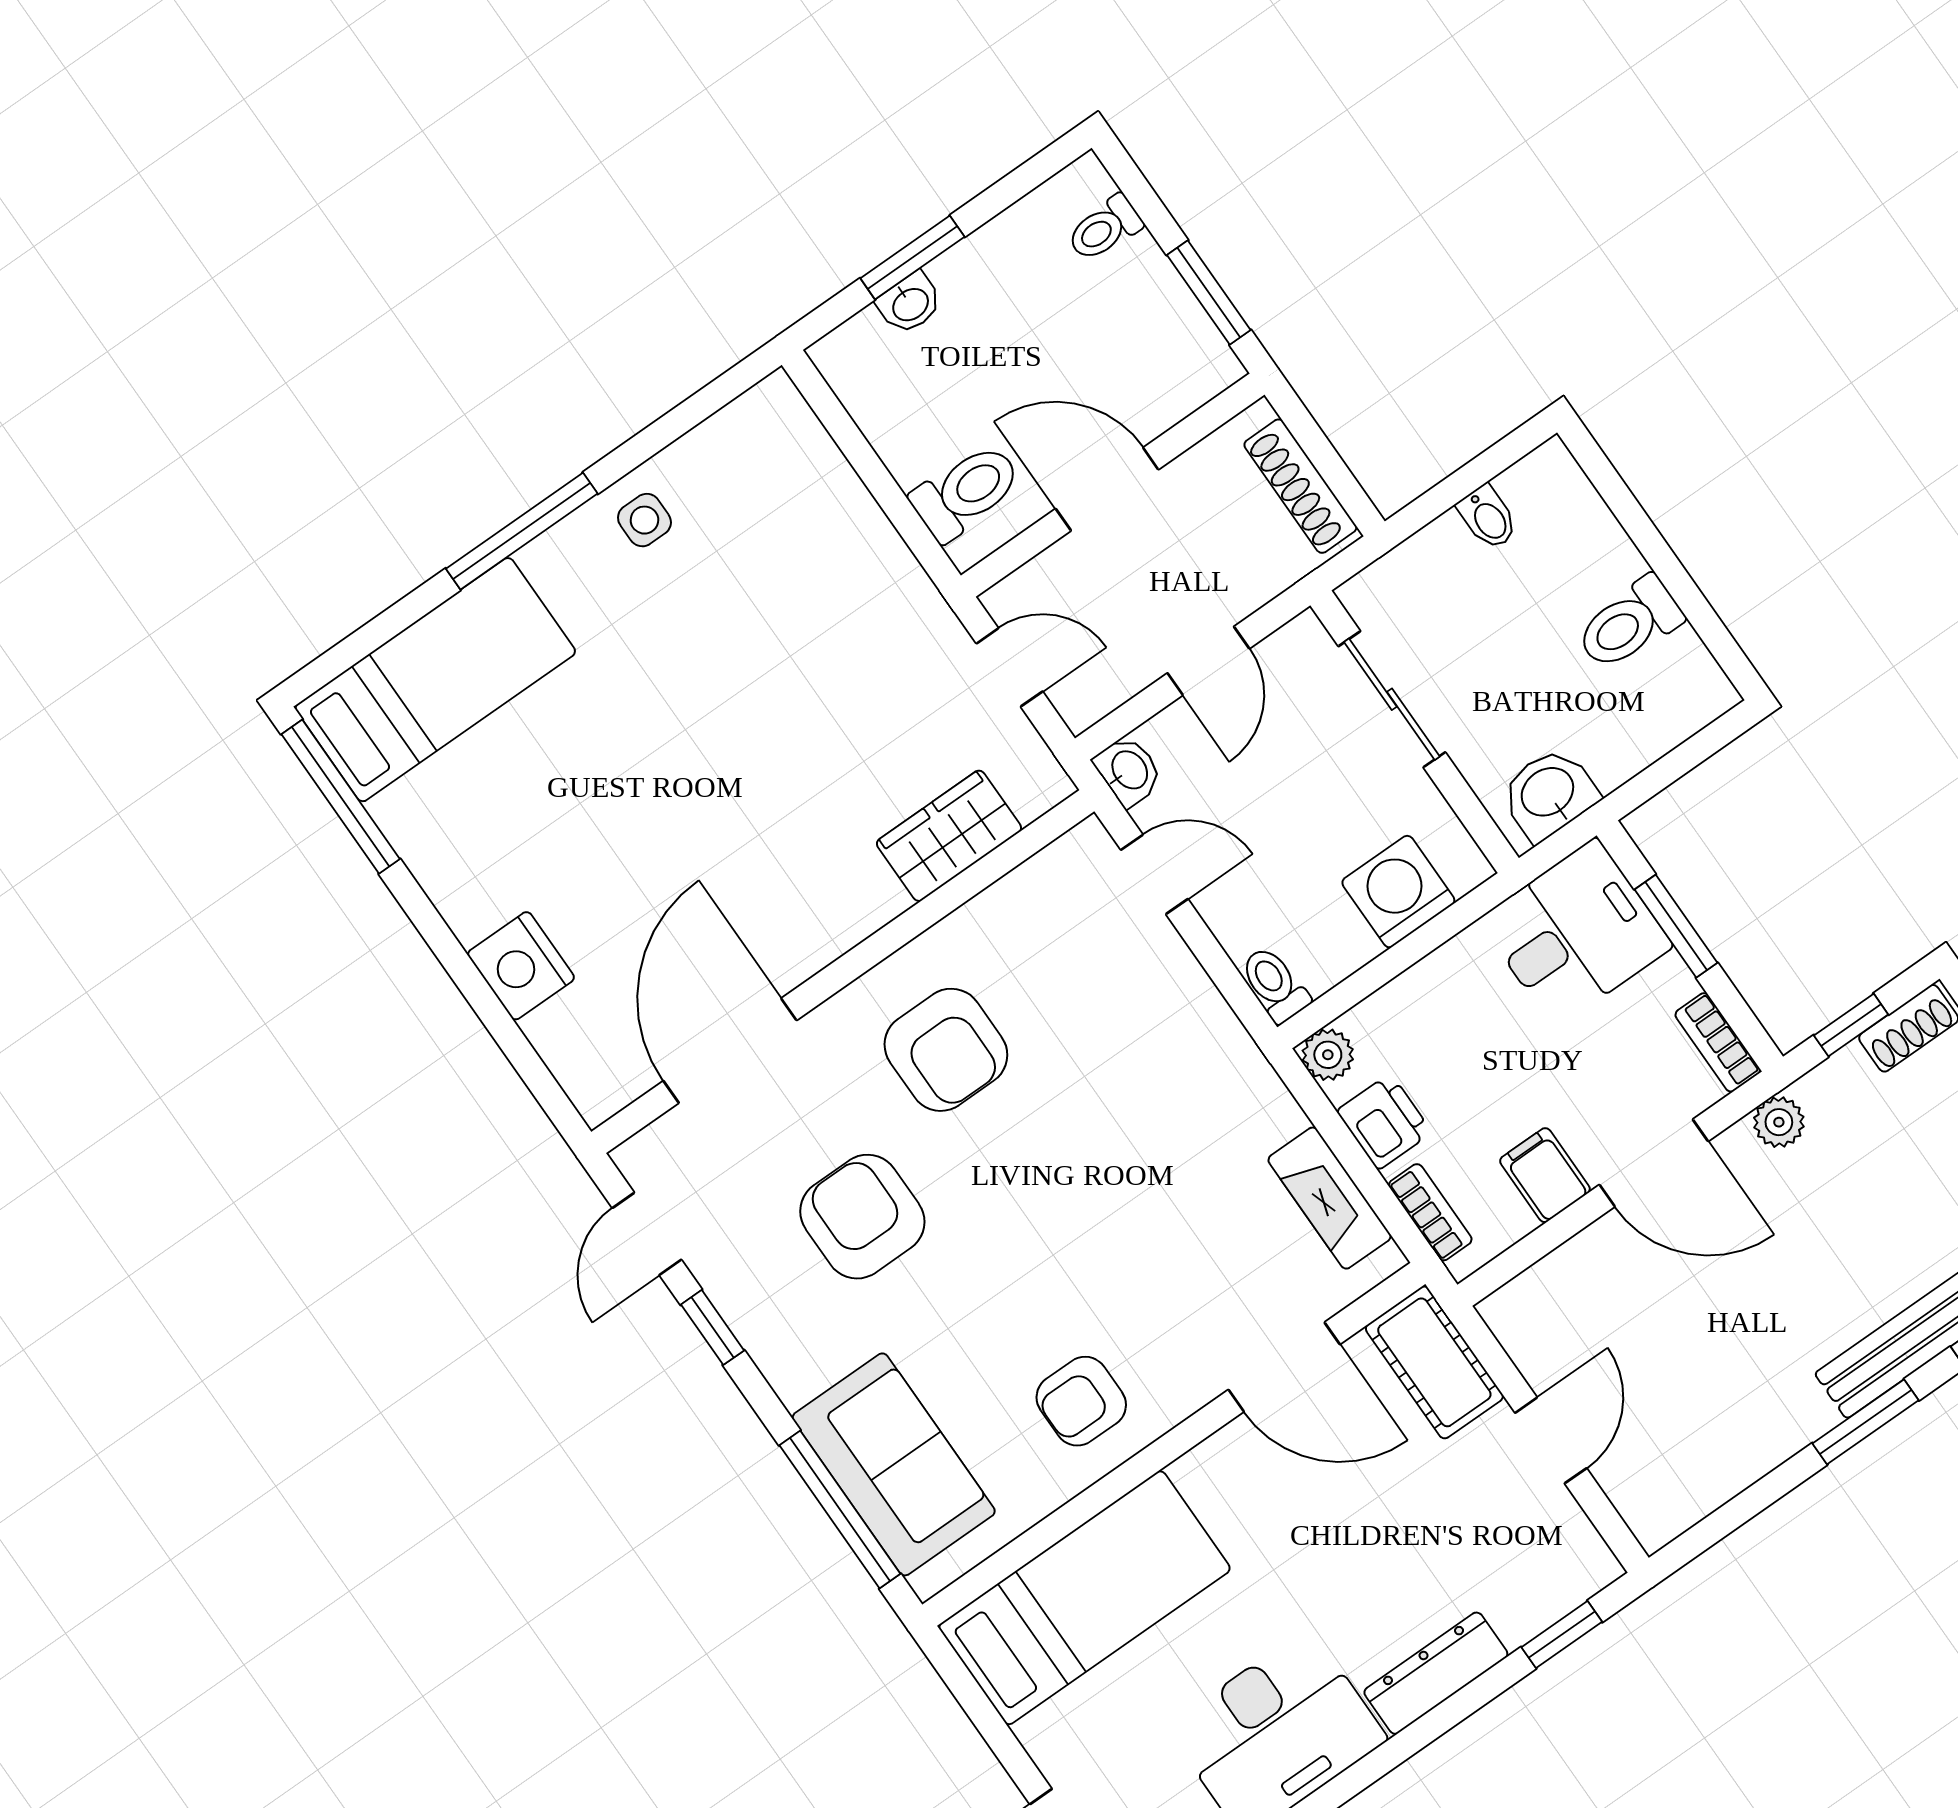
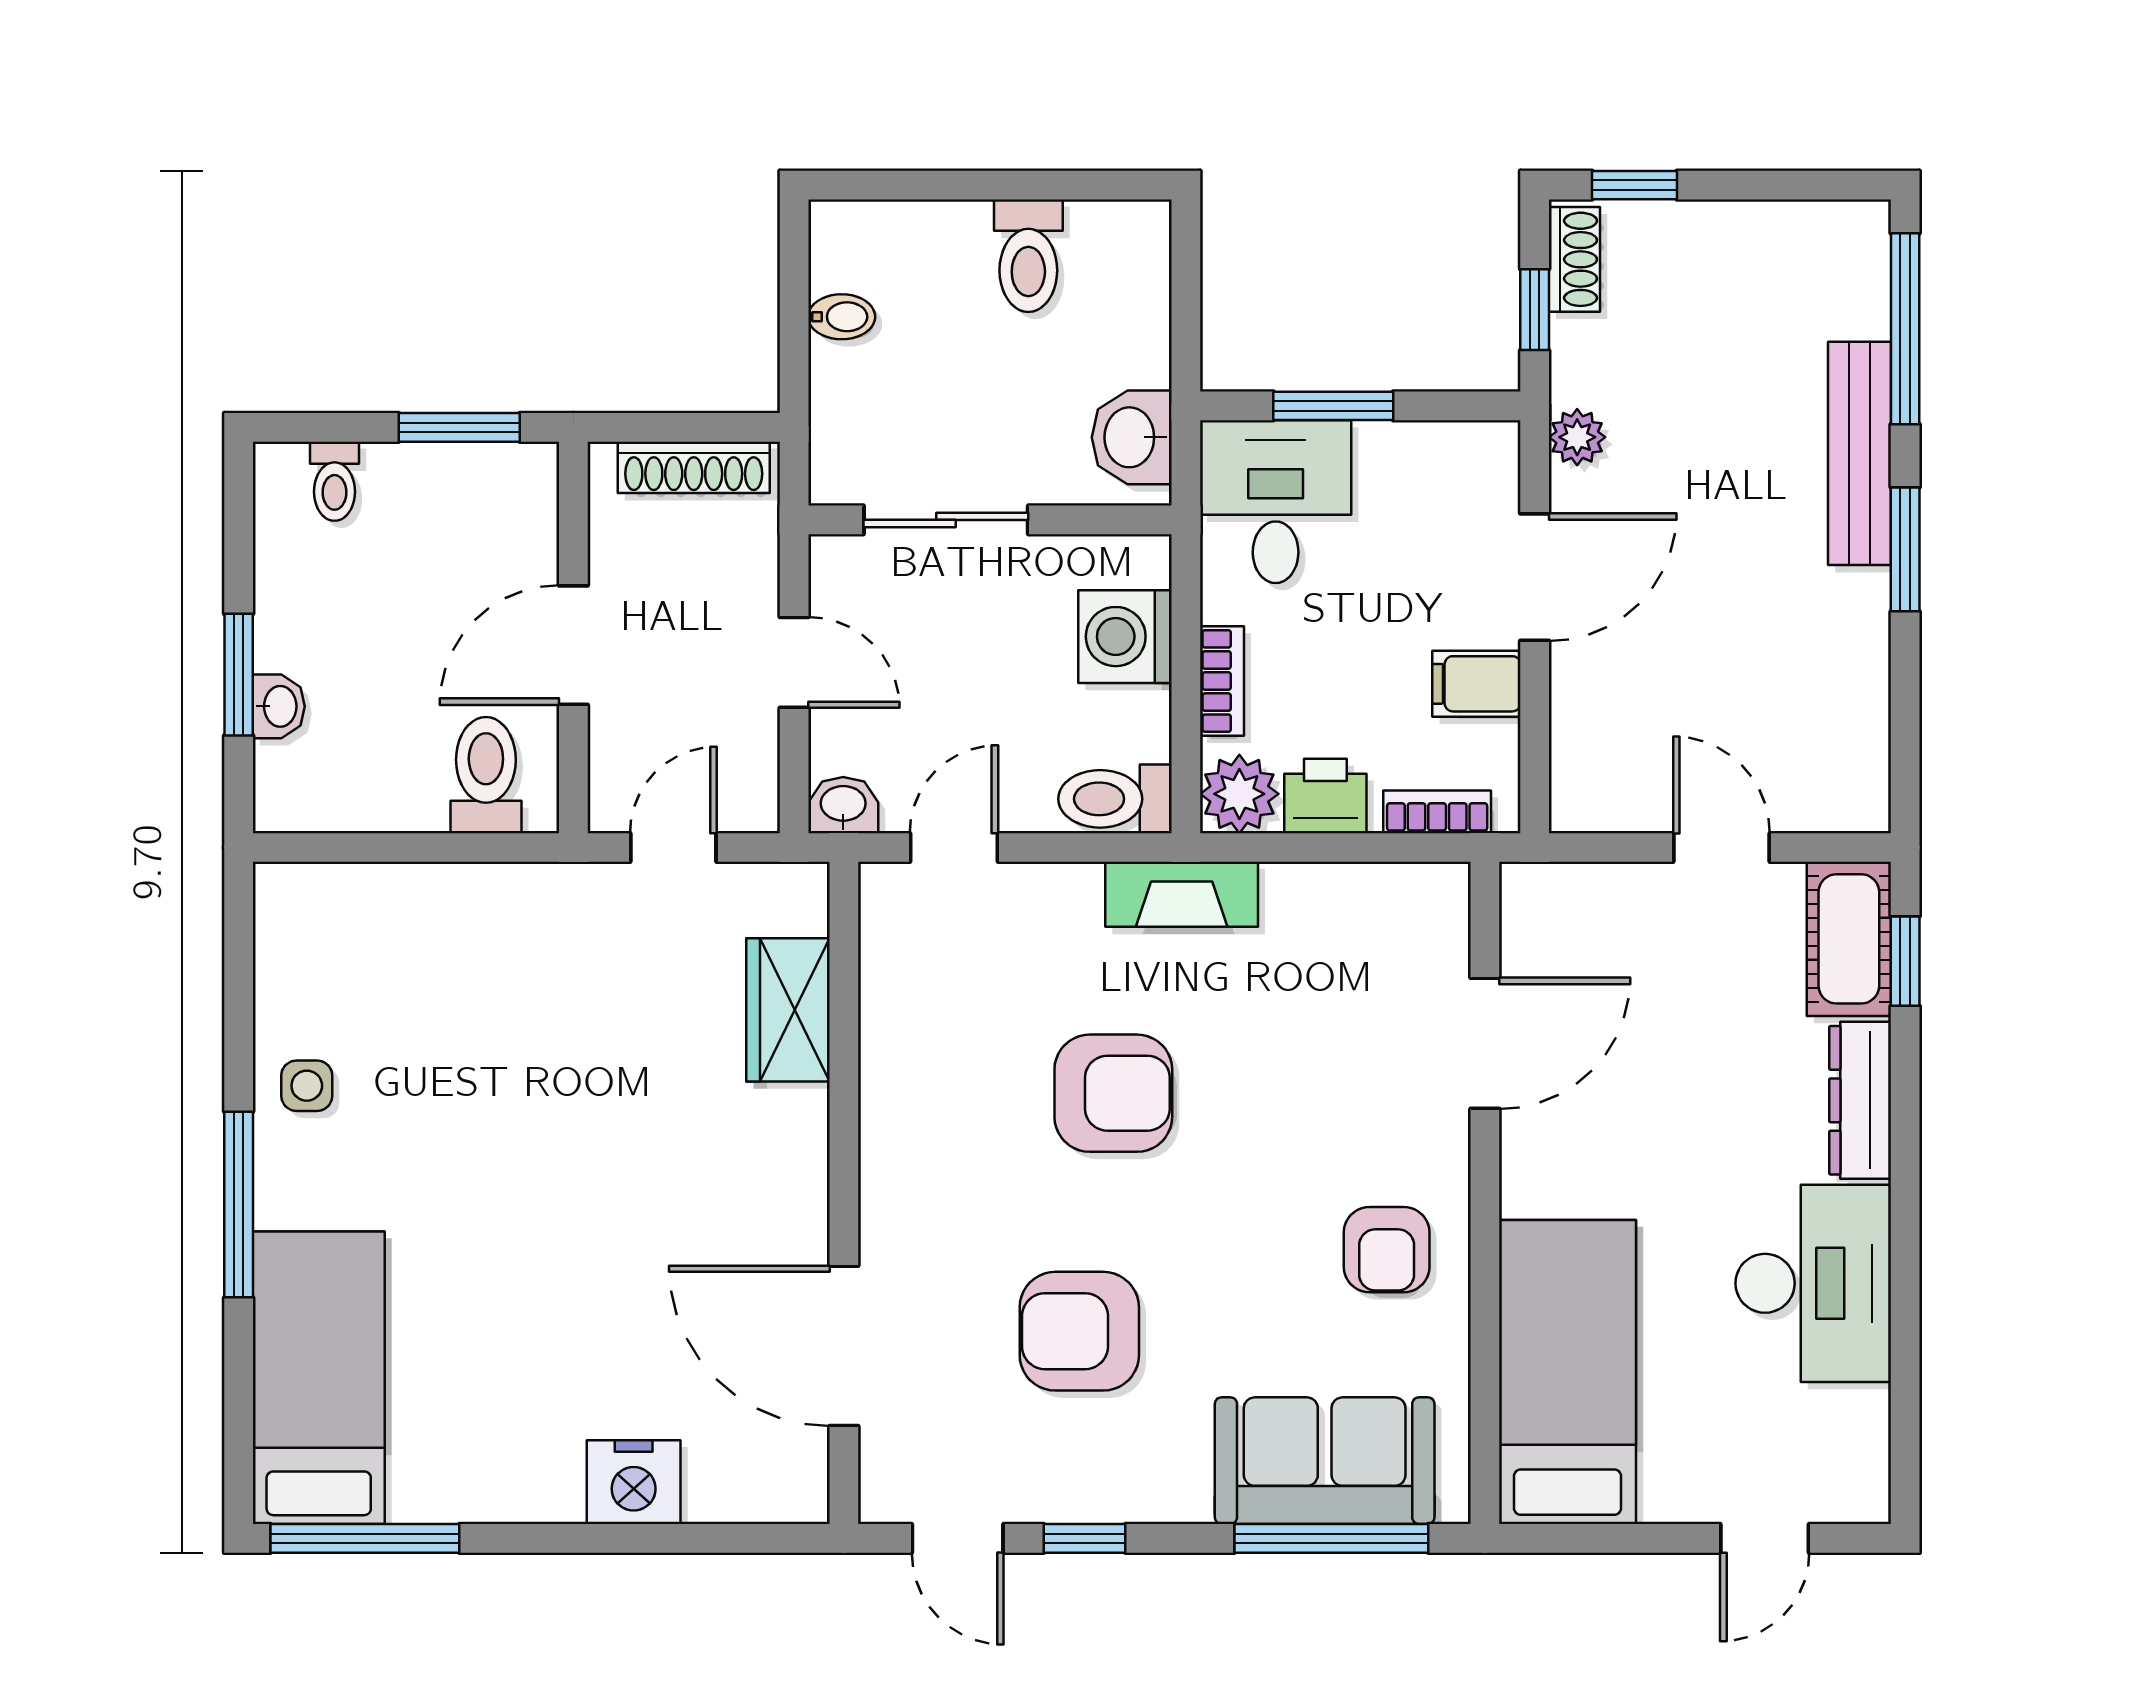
toilet: (1275, 984) -> (1115, 799), width x1.37, depth x1.39
bookcase: (1718, 1042) -> (1222, 681), moved, turned -90
armchair: (946, 1050) -> (1113, 1093), moved
plant: (1328, 1055) -> (1239, 794), width x1.38, depth x1.38
fireplace: (1330, 1198) -> (1182, 894), moved
cot: (1434, 1362) -> (1849, 939), moved, turned 90

